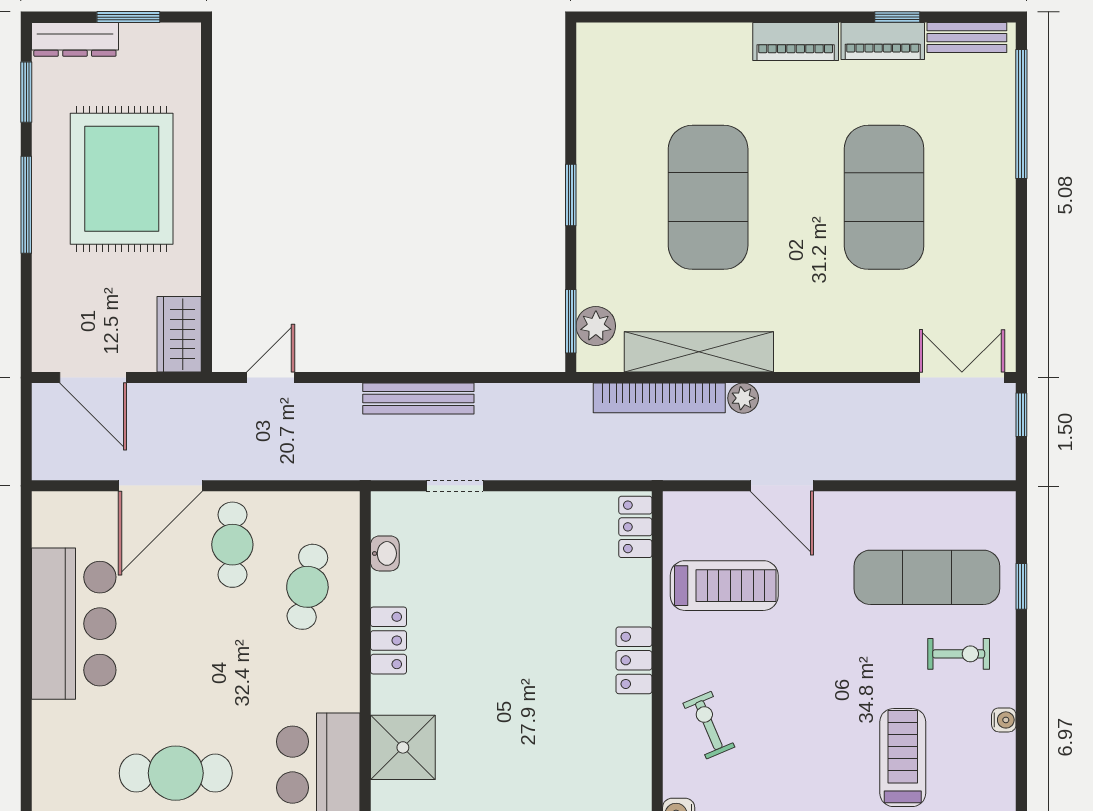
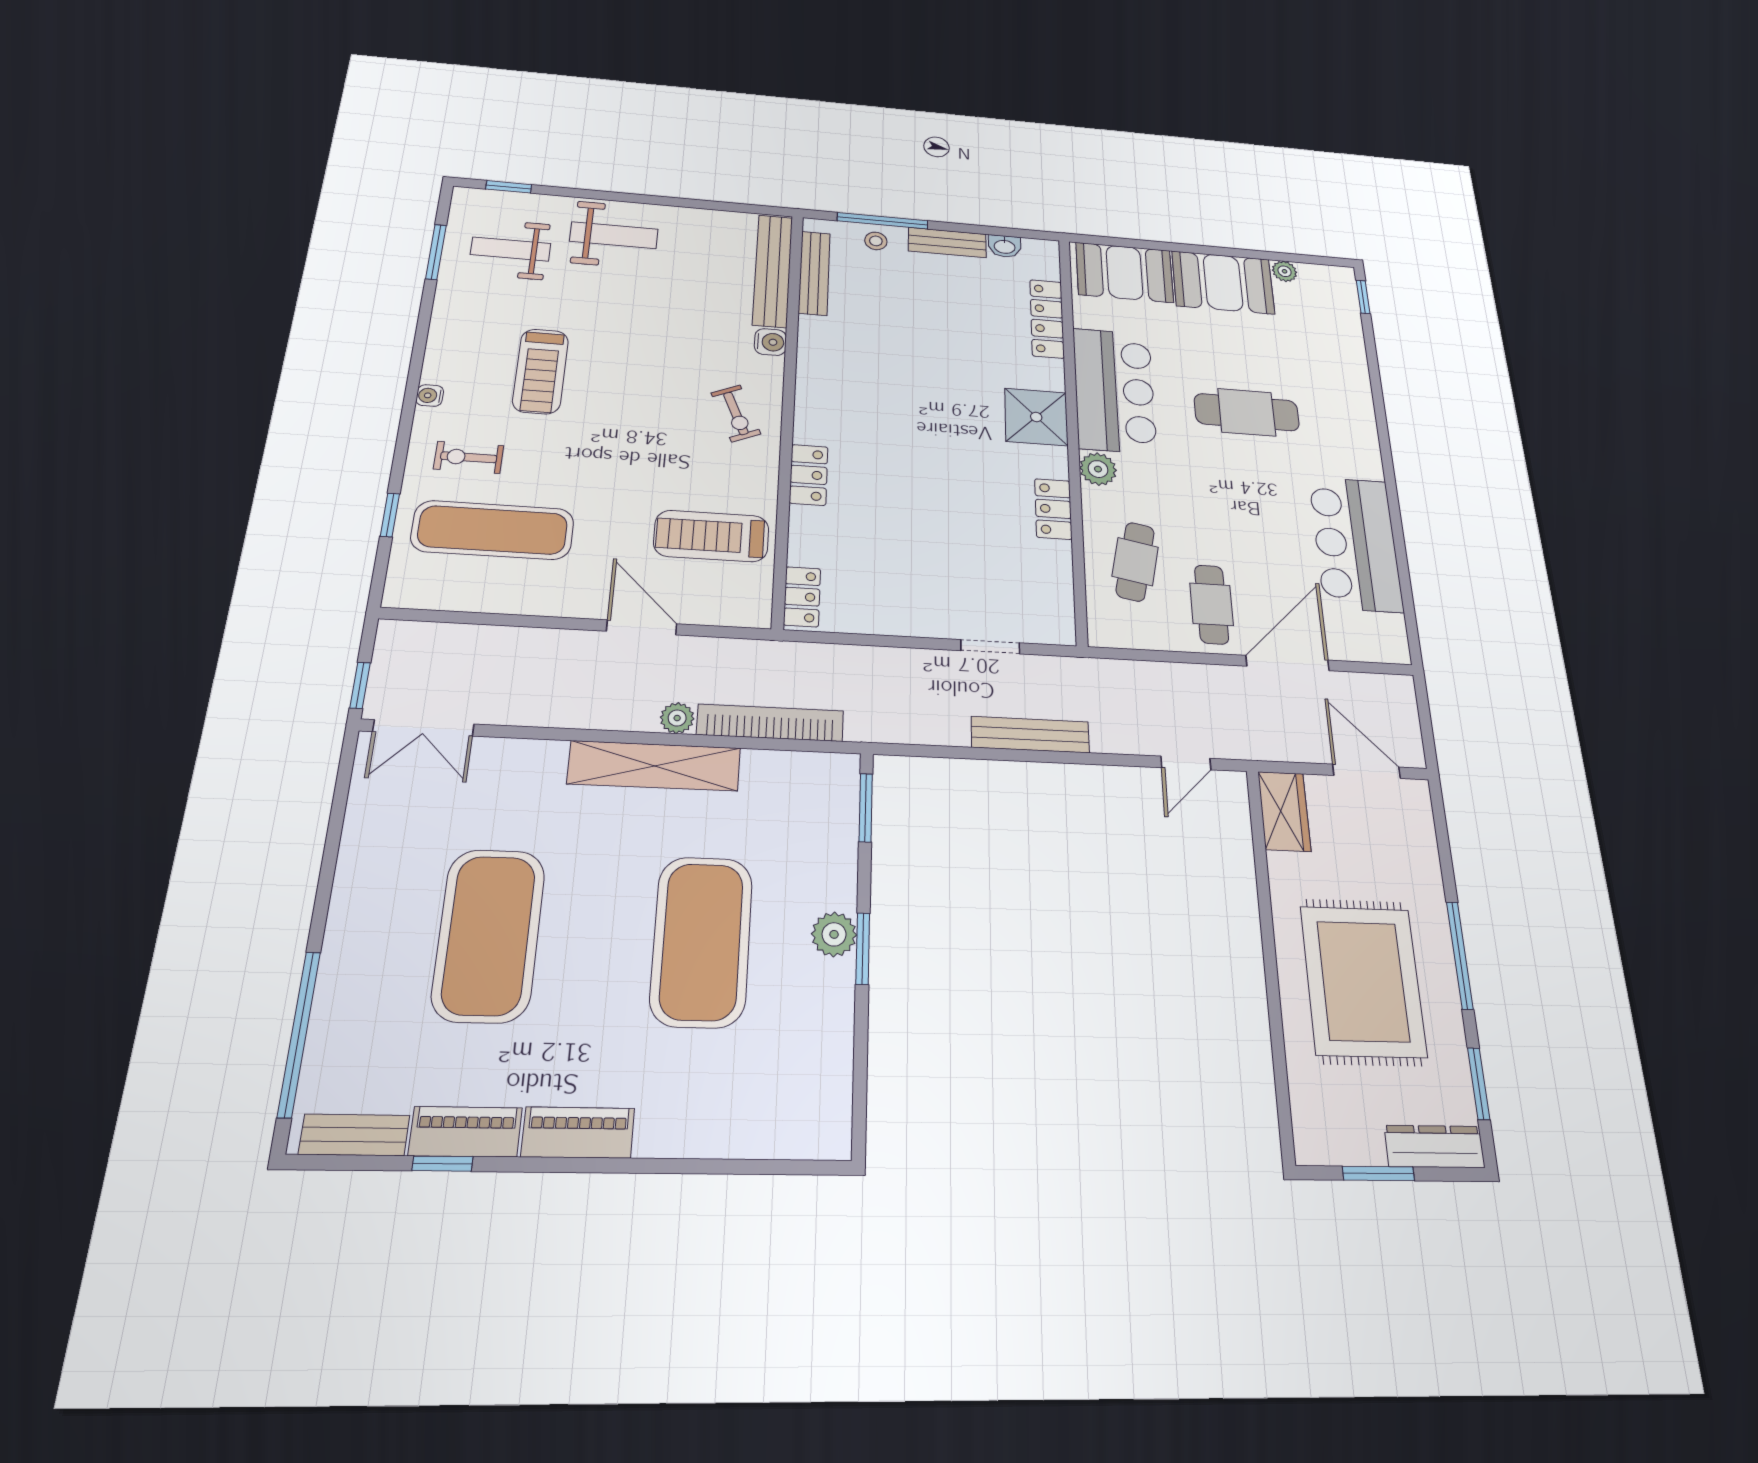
plant: (596, 326) -> (834, 934), moved
shelving: (699, 352) -> (654, 766), moved
washbasin: (385, 553) -> (1060, 587), removed
plant: (340, 690) -> (1098, 469), added

